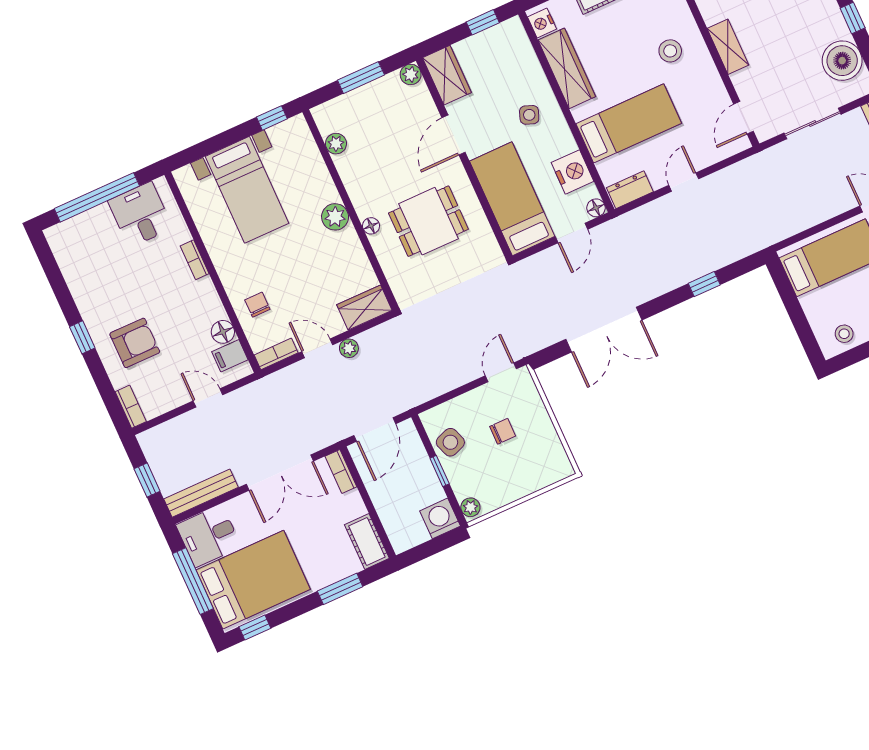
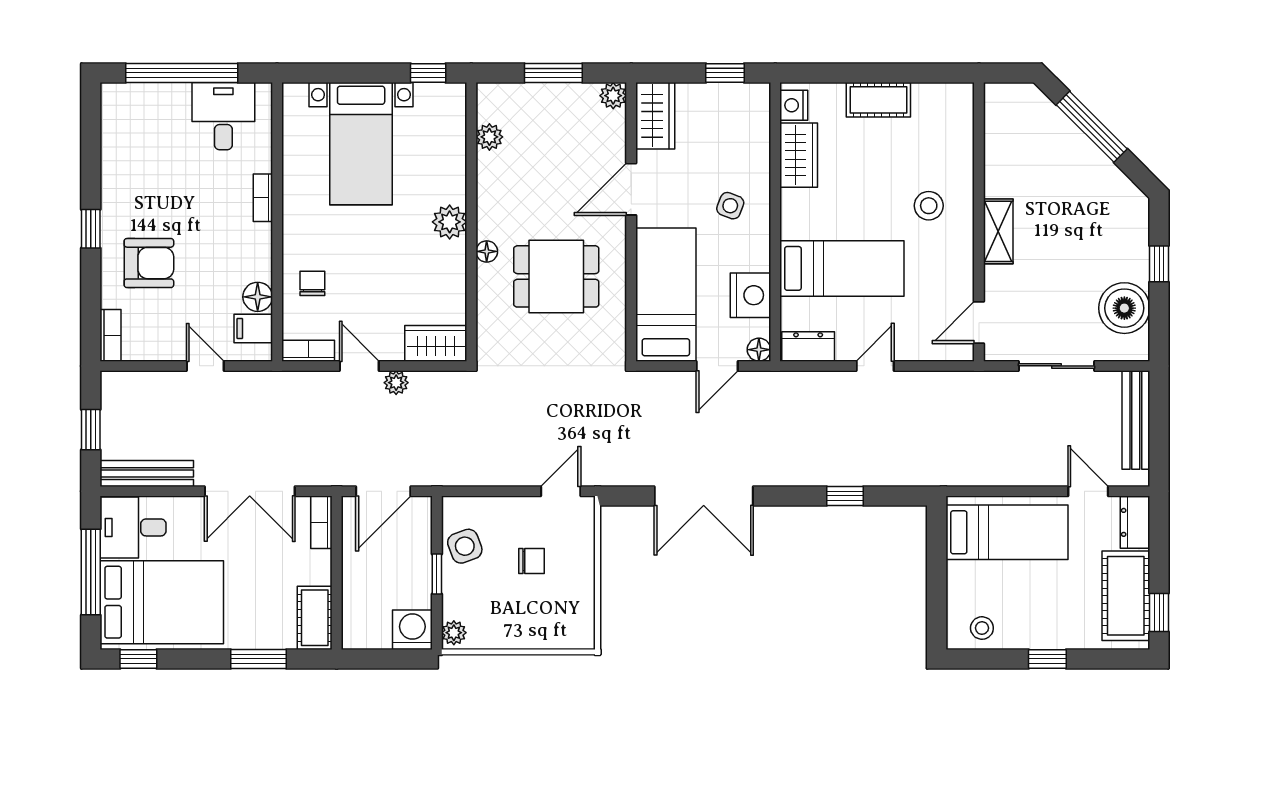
wardrobe: (567, 68) -> (799, 155), width x0.67

